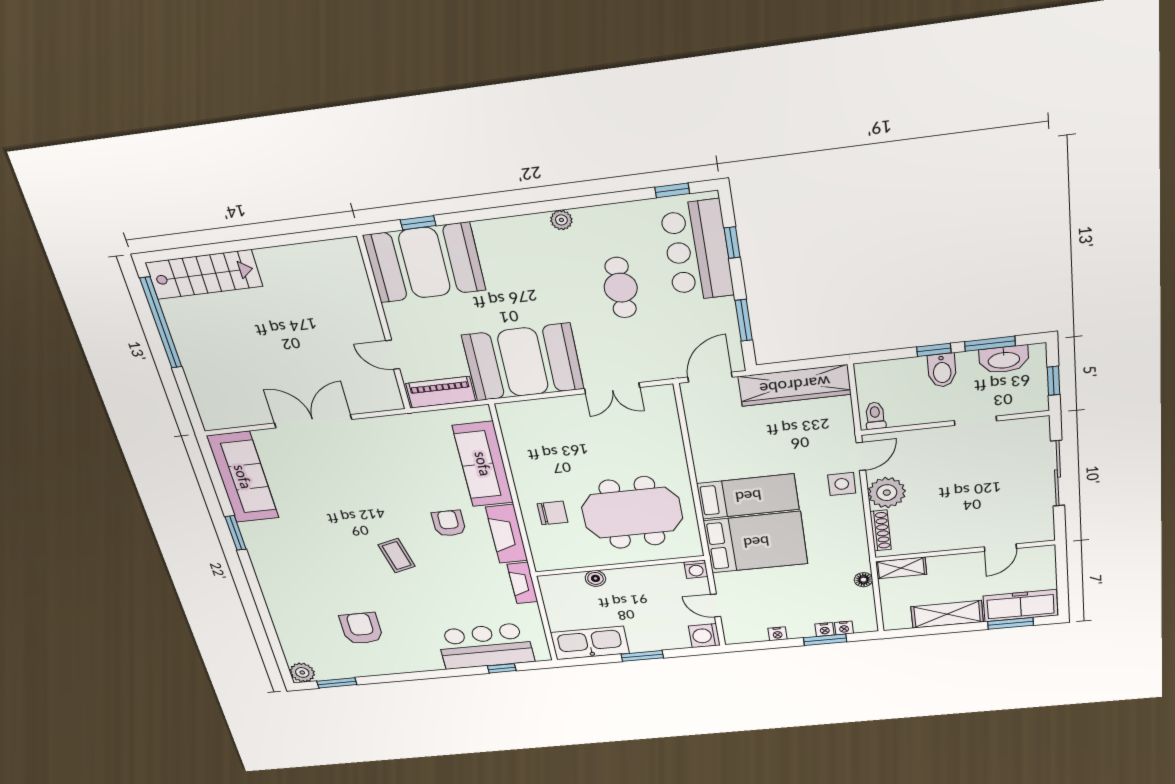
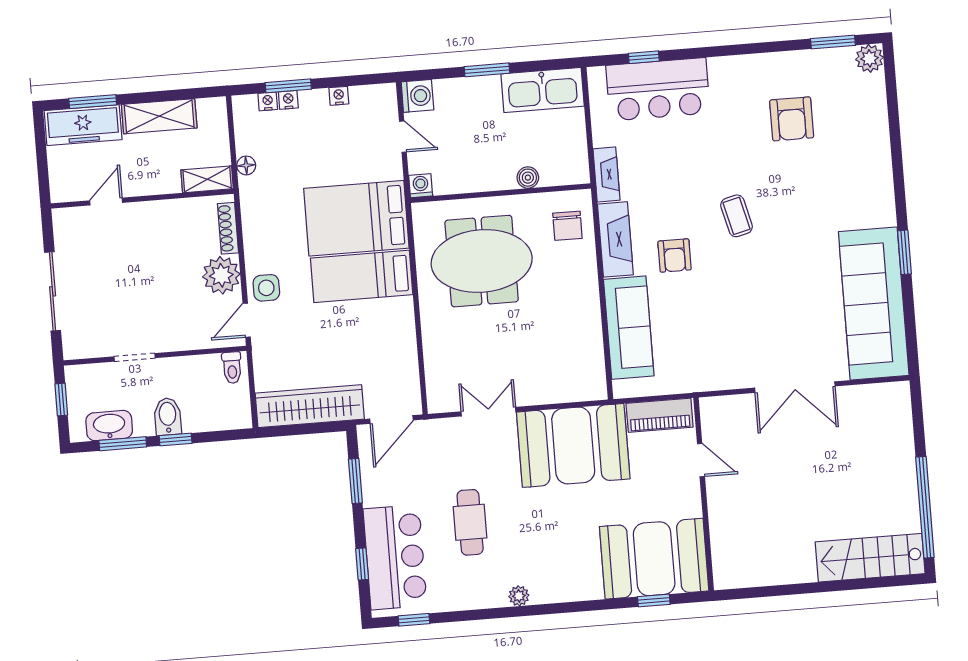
sofa: (243, 477) -> (874, 303), width x1.36, depth x1.27
chair: (553, 513) -> (567, 226), moved, turned -90

